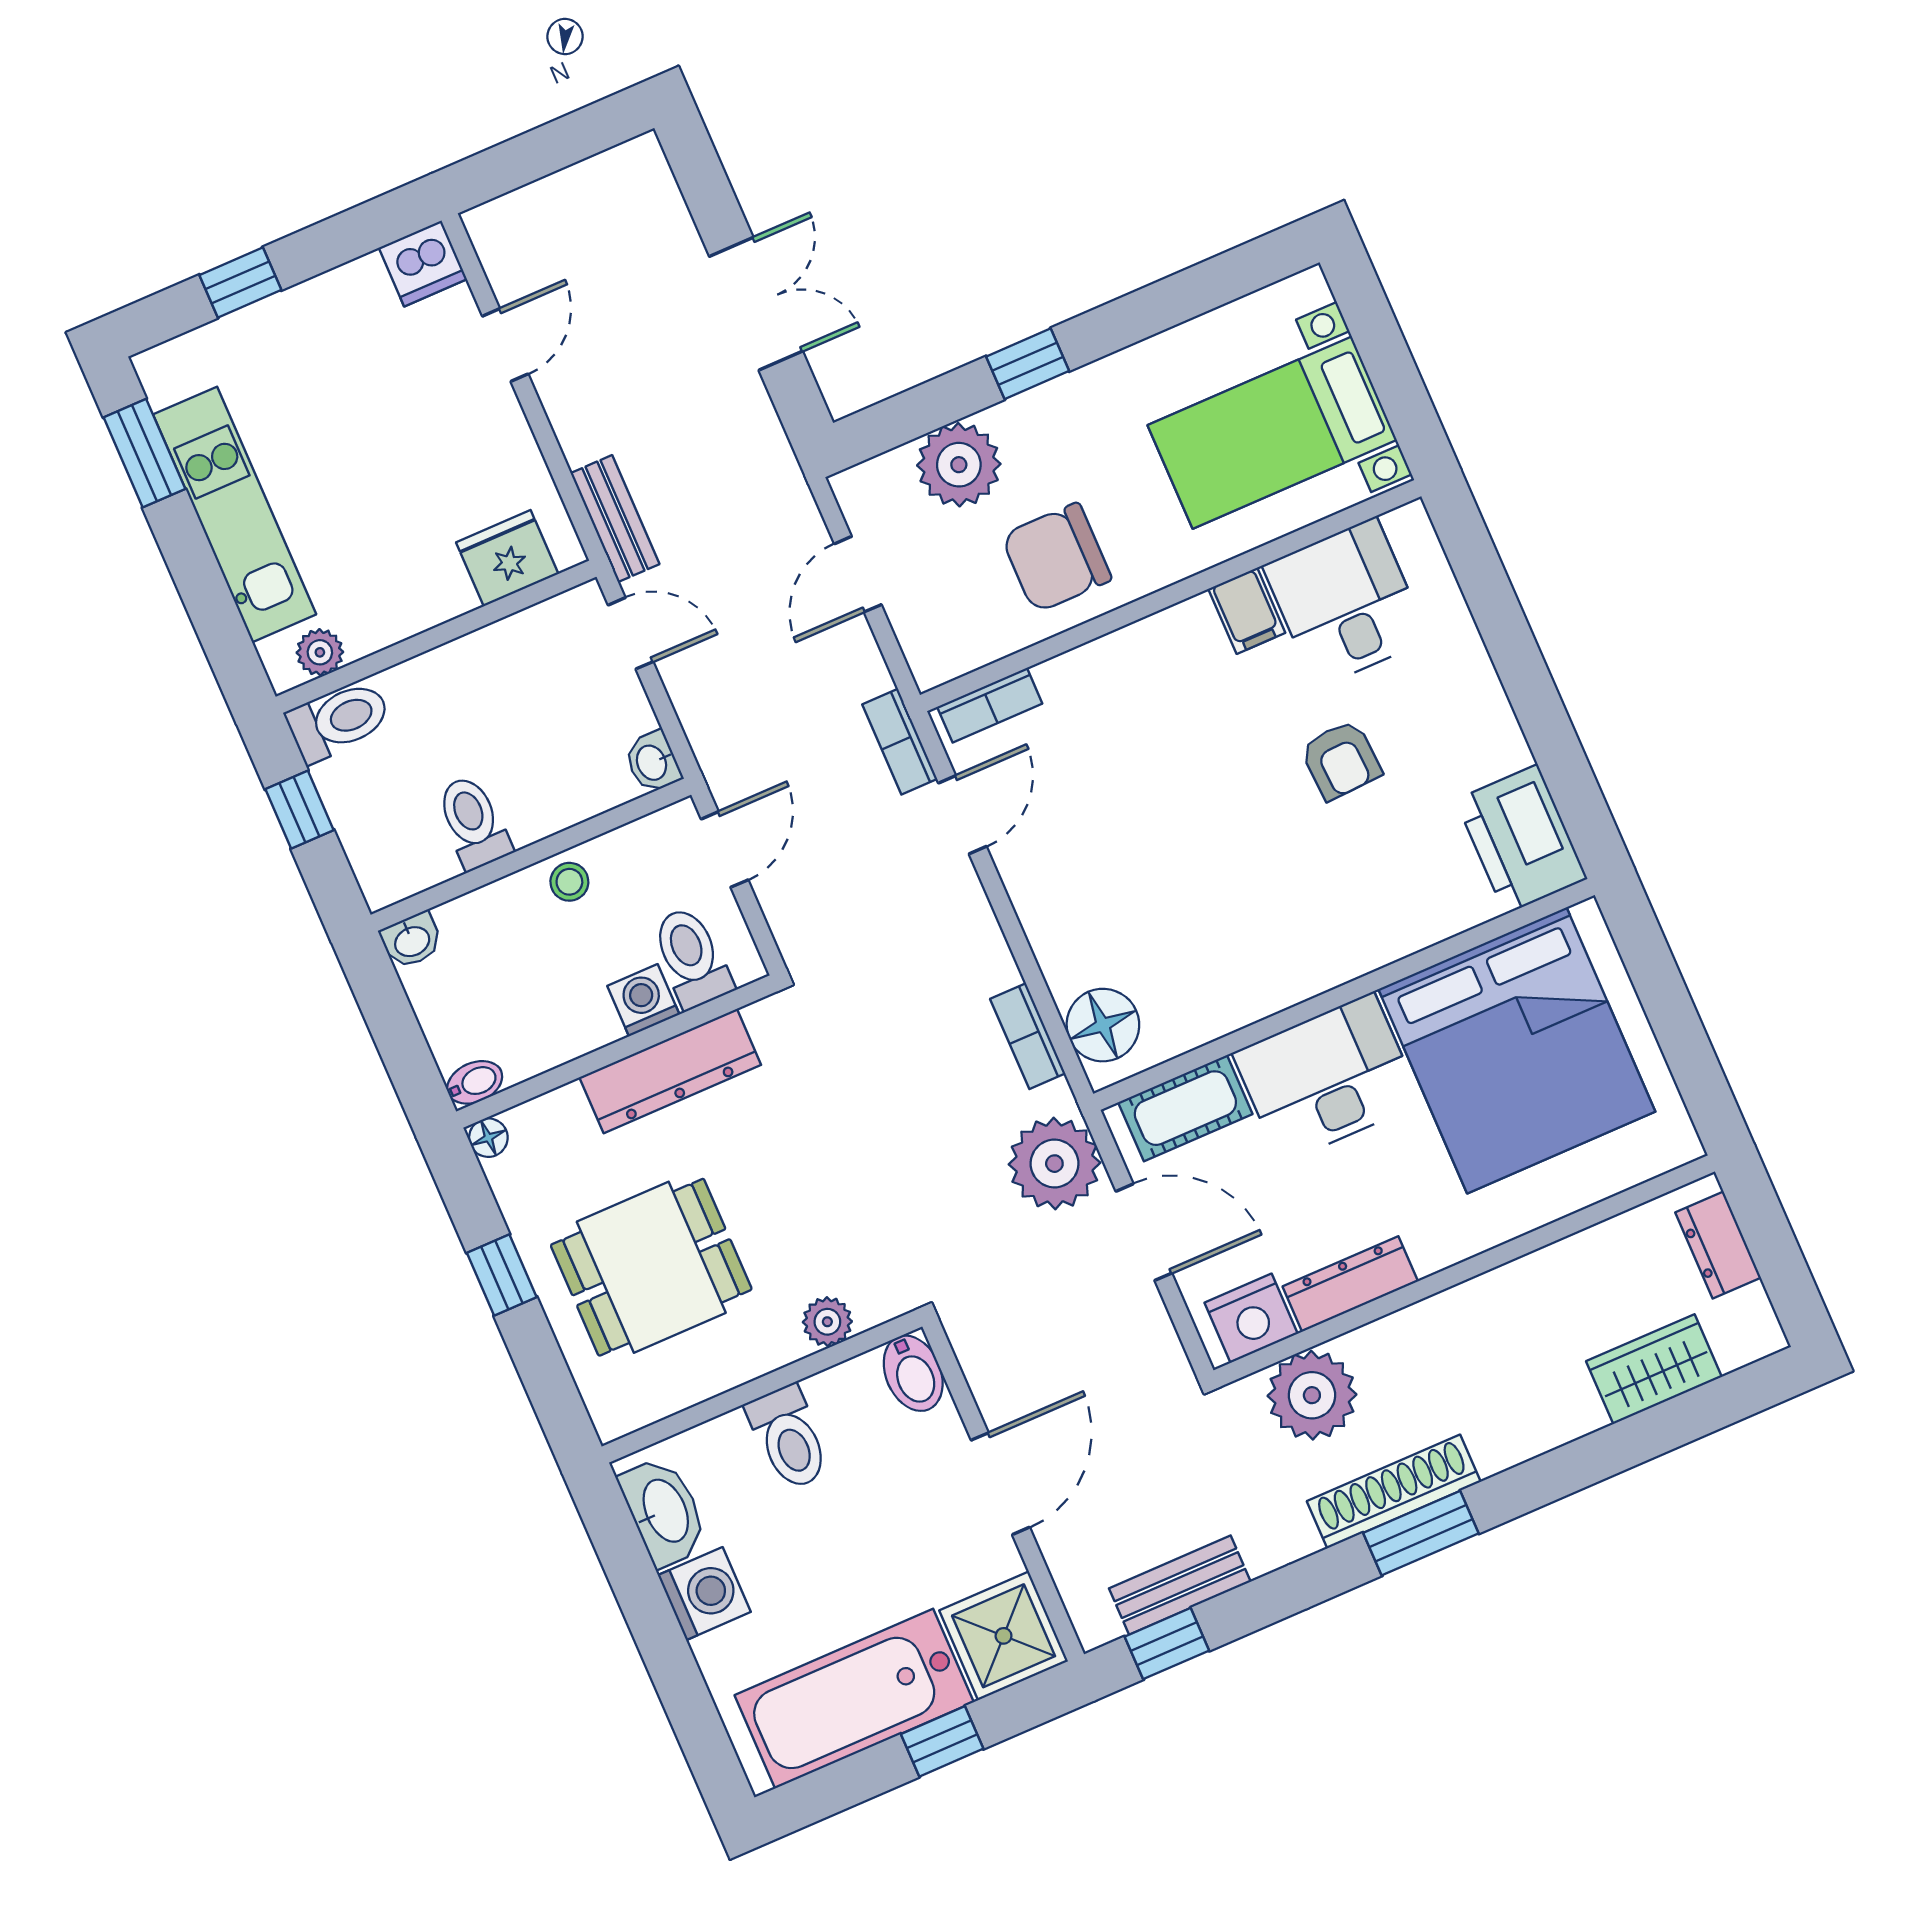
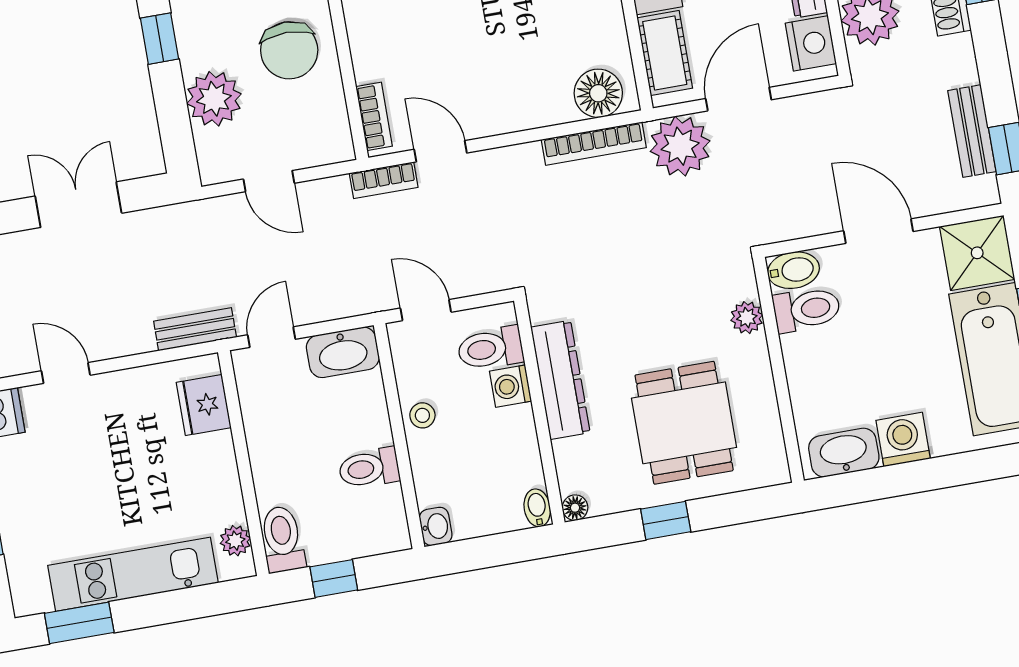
washbasin: (653, 762) -> (343, 352), width x1.91, depth x1.45
bookcase: (1028, 1036) -> (594, 144), width x1.56
toilet: (789, 1438) -> (807, 309), moved

